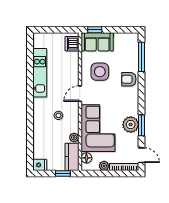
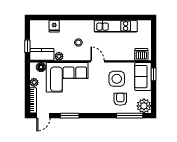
armchair: (129, 79) -> (120, 99), moved
plant: (131, 125) -> (144, 106), moved
fridge: (40, 165) -> (54, 26), moved

